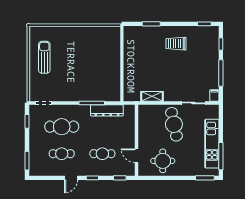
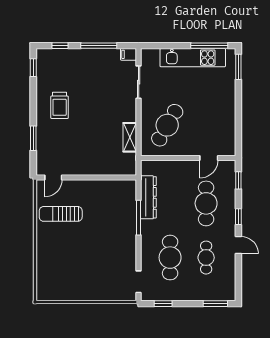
door: (122, 39) -> (53, 177), added
sun lounger: (44, 57) -> (61, 214), moved
cafe table: (174, 124) -> (167, 125), moved, turned -48
cafe table: (102, 154) -> (206, 203), width x1.37, depth x1.35
round table: (163, 161) -> (216, 123), removed

